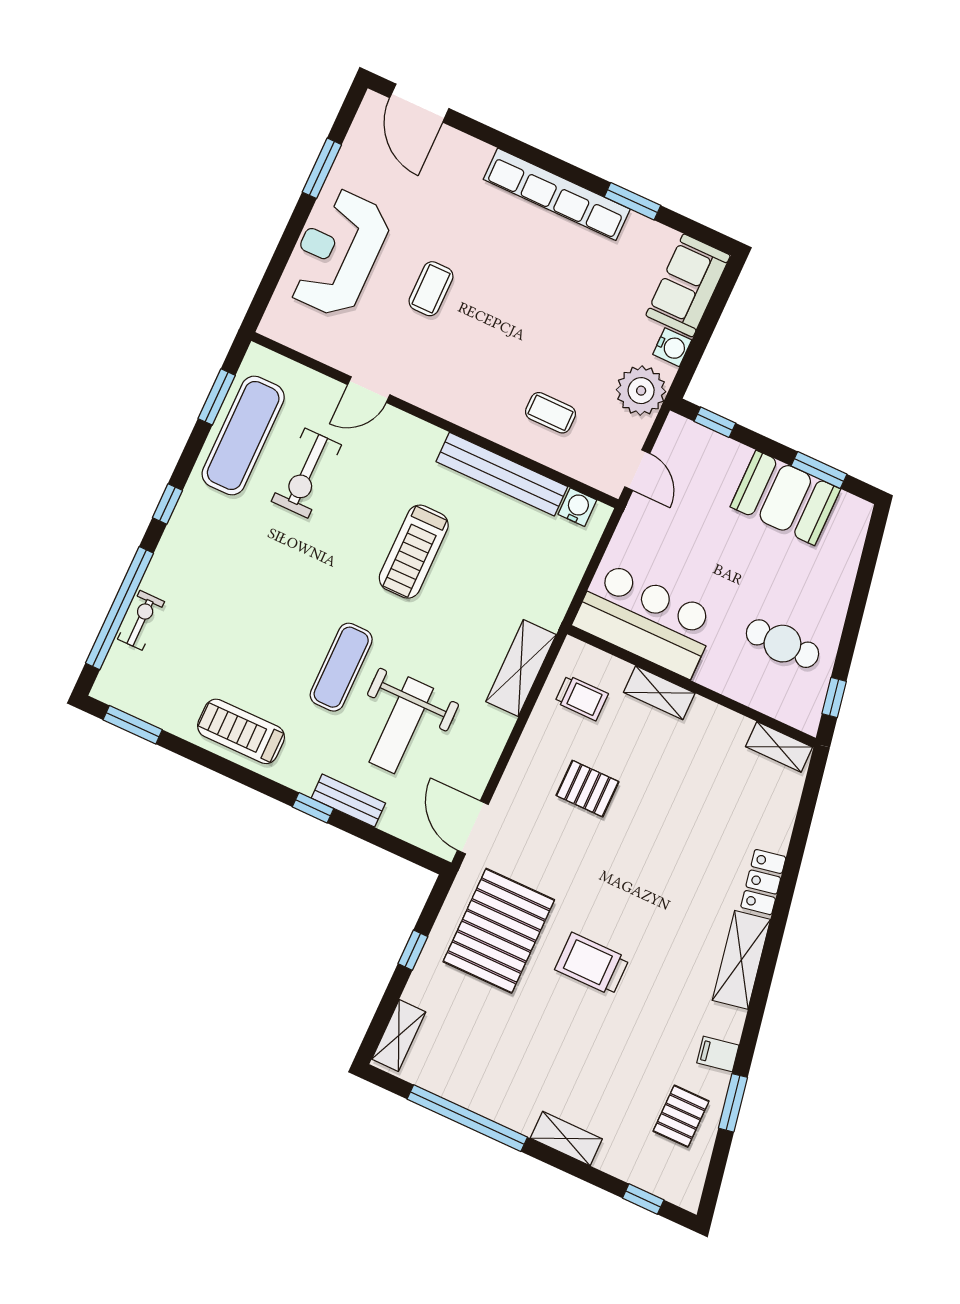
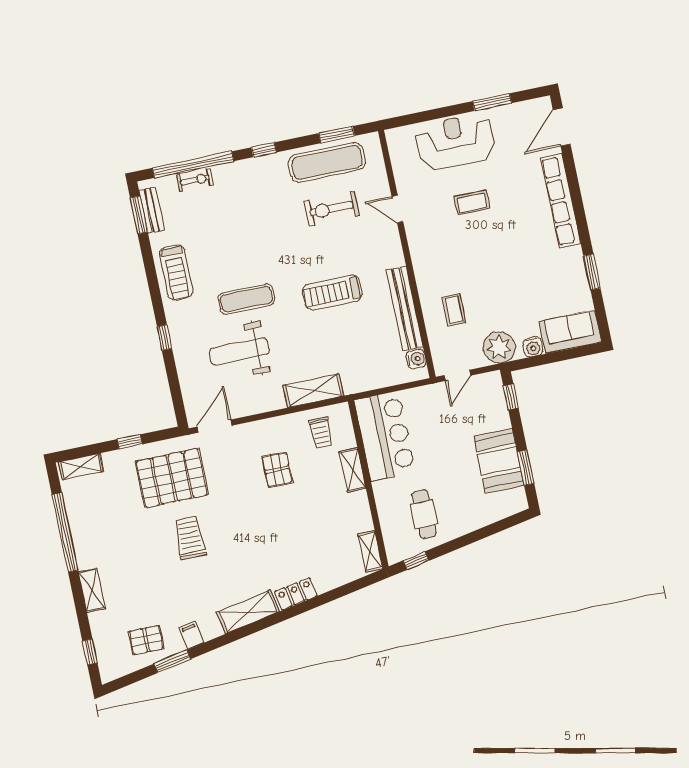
row of seats: (557, 194) -> (561, 201), moved
treadmill: (241, 731) -> (176, 272), turned 180
bench: (348, 801) -> (152, 210), moved

